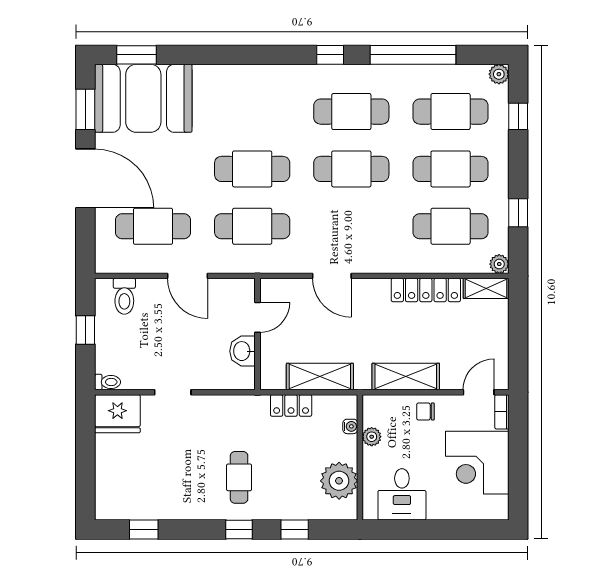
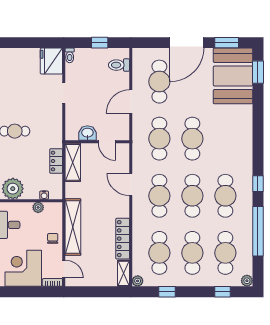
cafe table: (351, 226) -> (159, 196), added
door: (332, 276) -> (131, 185), hinge flipped
shelving: (406, 376) -> (73, 227), width x1.47
shelving: (320, 377) -> (73, 162), moved

